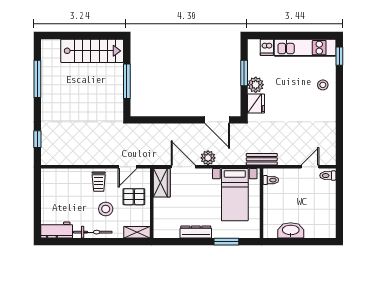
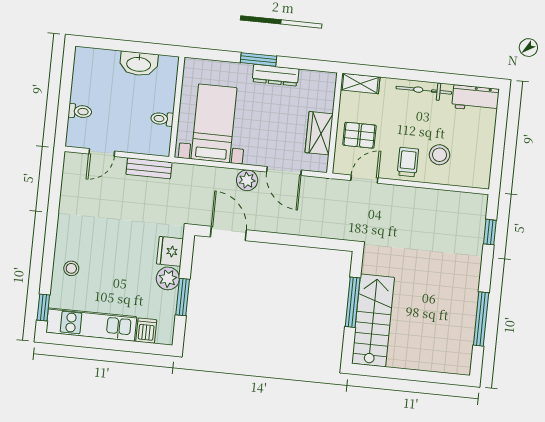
stairs: (92, 51) -> (373, 320), moved, turned 90
bench: (262, 159) -> (149, 168), moved
toilet: (328, 176) -> (80, 111), moved
toilet: (271, 180) -> (162, 119), moved
wardrobe: (162, 183) -> (319, 133), moved
stool: (106, 209) -> (440, 155), moved
window: (226, 242) -> (258, 59), moved

